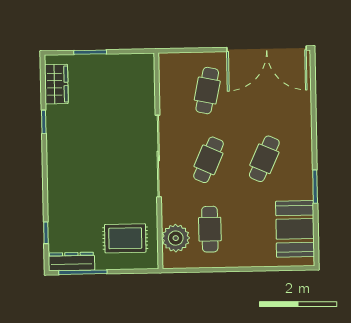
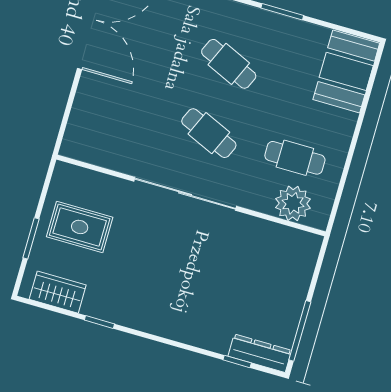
cafe table: (207, 91) -> (123, 108), removed
booth: (295, 229) -> (346, 71), moved, turned 90
rug: (125, 238) -> (80, 227), moved, turned 90
dresser: (71, 261) -> (260, 353), moved, turned 90

